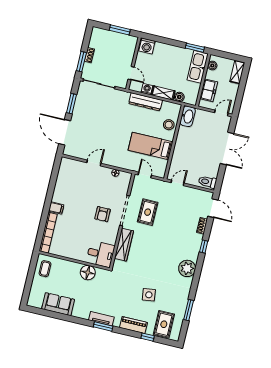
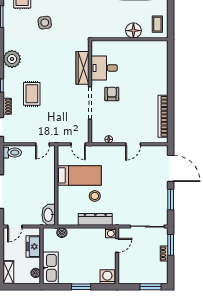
window: (120, 30) -> (150, 287), moved
window: (195, 48) -> (81, 287), moved
door: (131, 73) -> (117, 245), swing flipped
washing machine: (147, 89) -> (111, 233), moved
shelving: (163, 93) -> (79, 233), removed
stool: (169, 125) -> (95, 196), moved
filing cabinet: (56, 208) -> (161, 89), removed
rug: (148, 212) -> (32, 94), moved
bookcase: (48, 233) -> (163, 116), moved
desk: (100, 254) -> (104, 68), moved
floor lamp: (88, 273) -> (133, 31), moved

